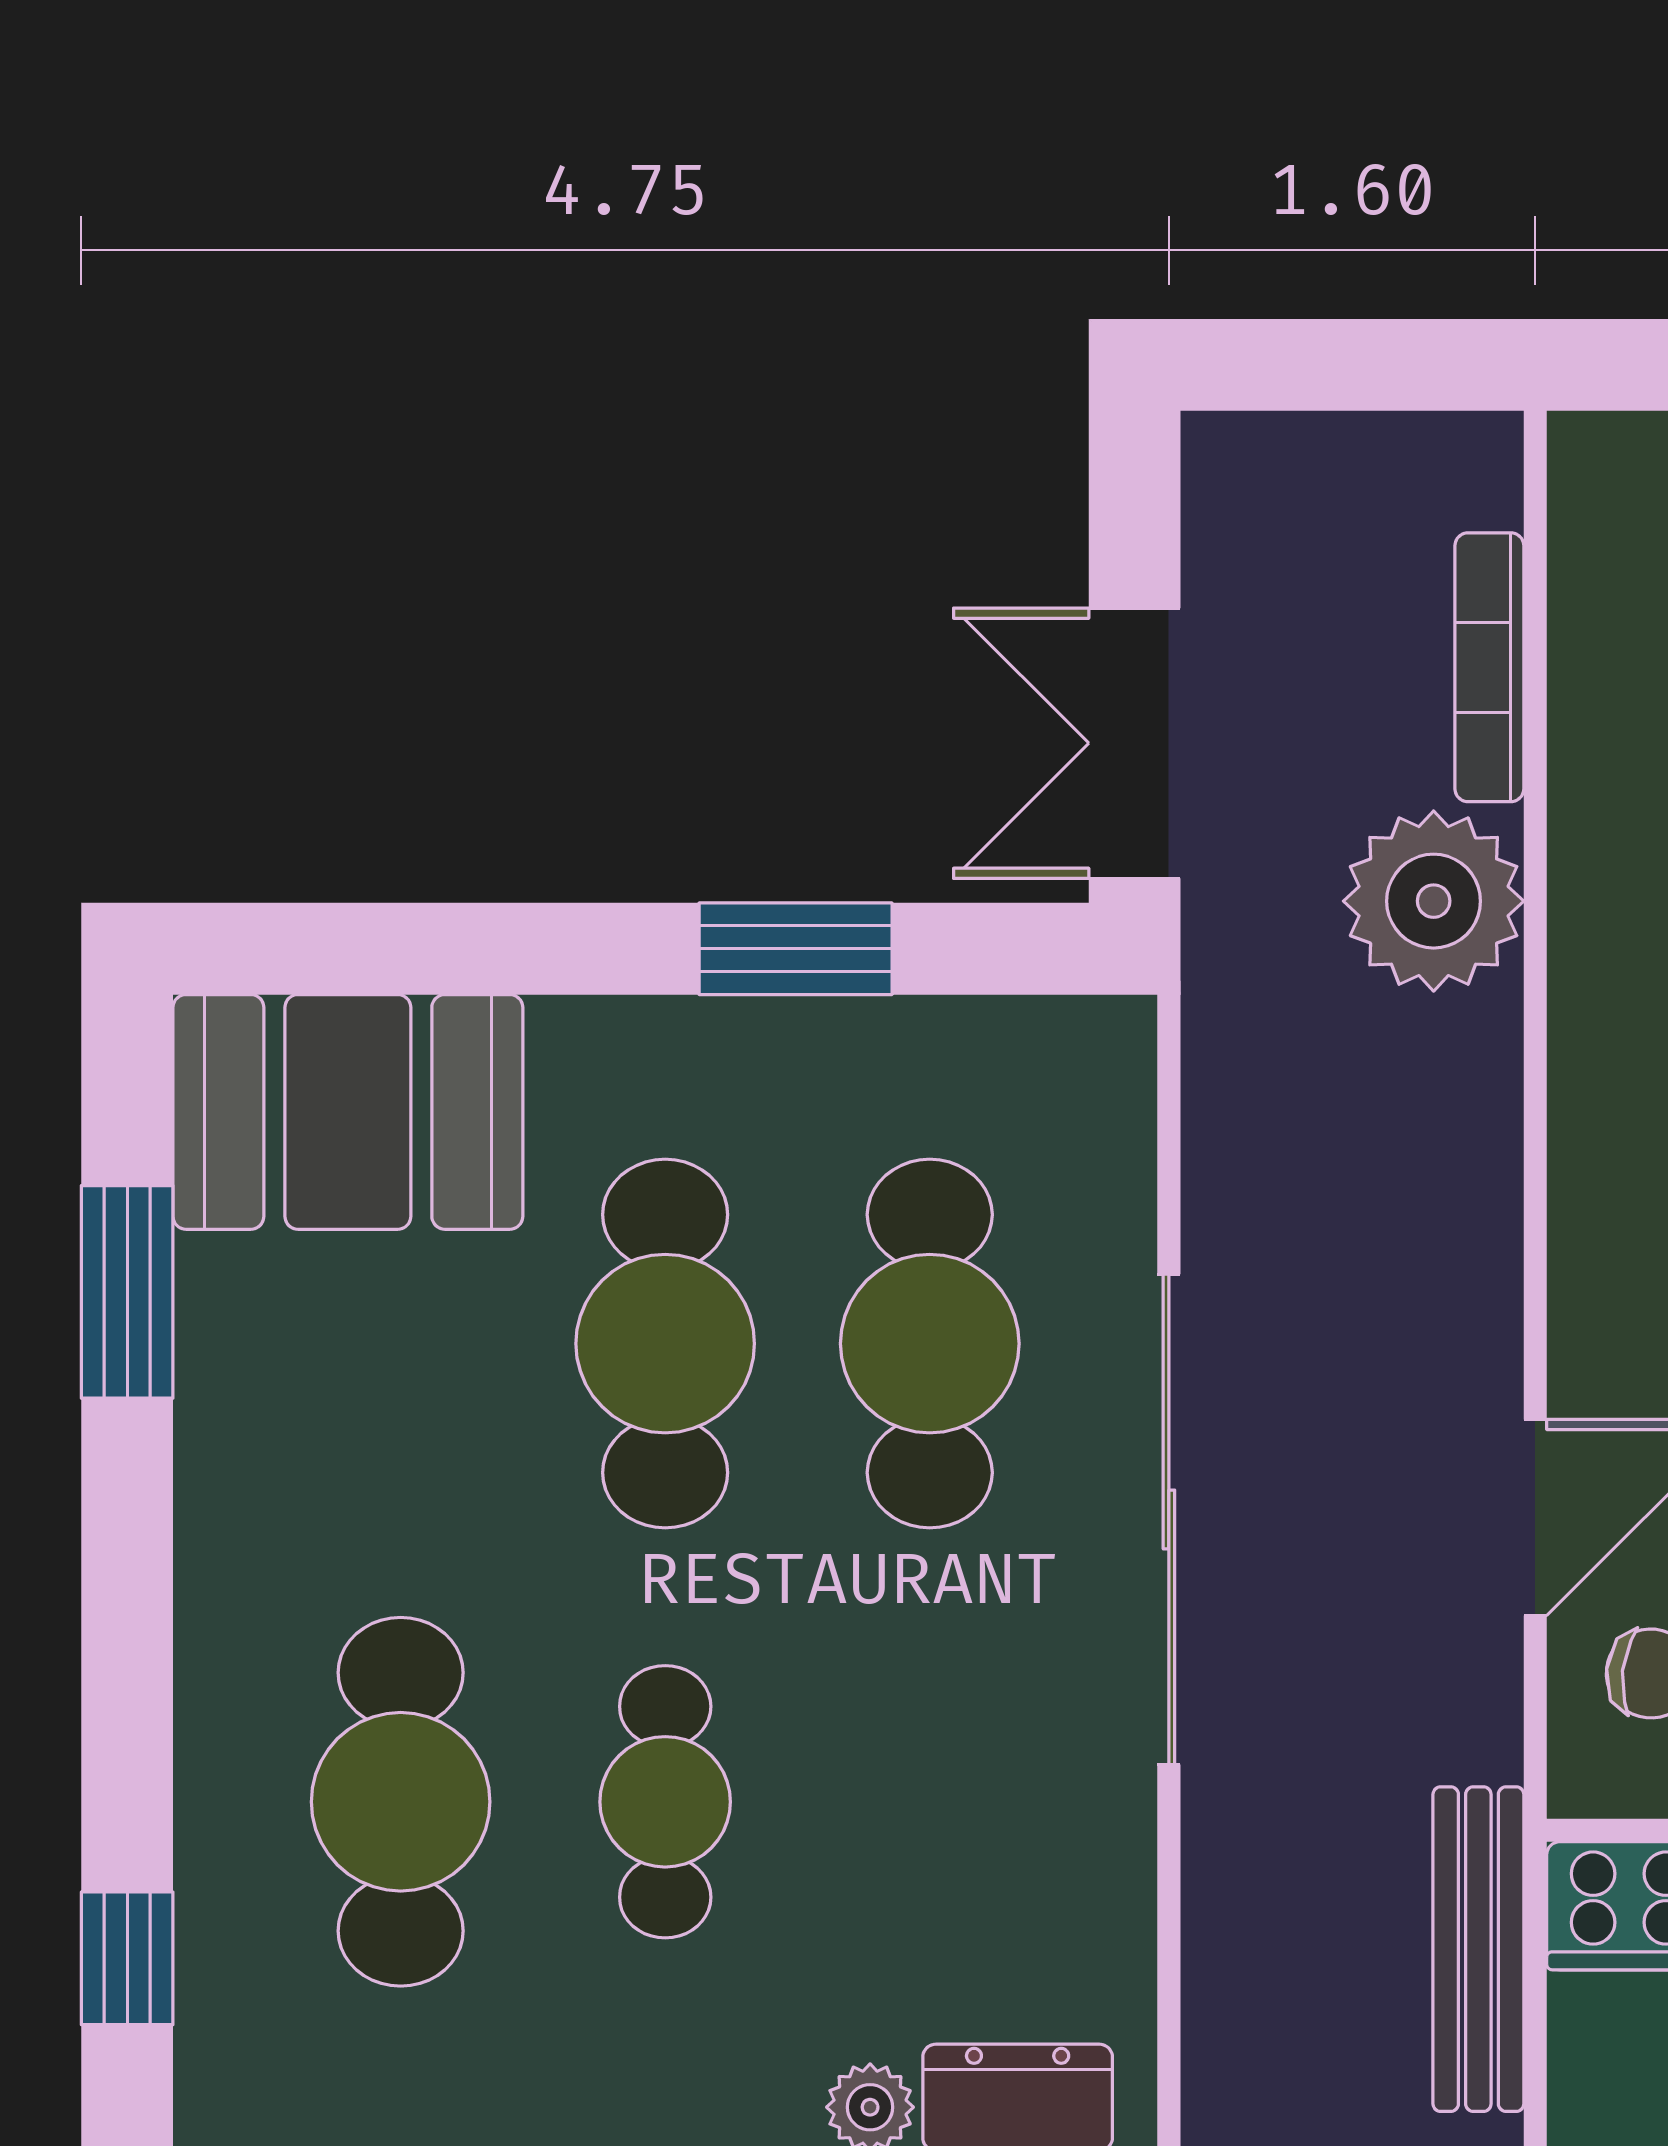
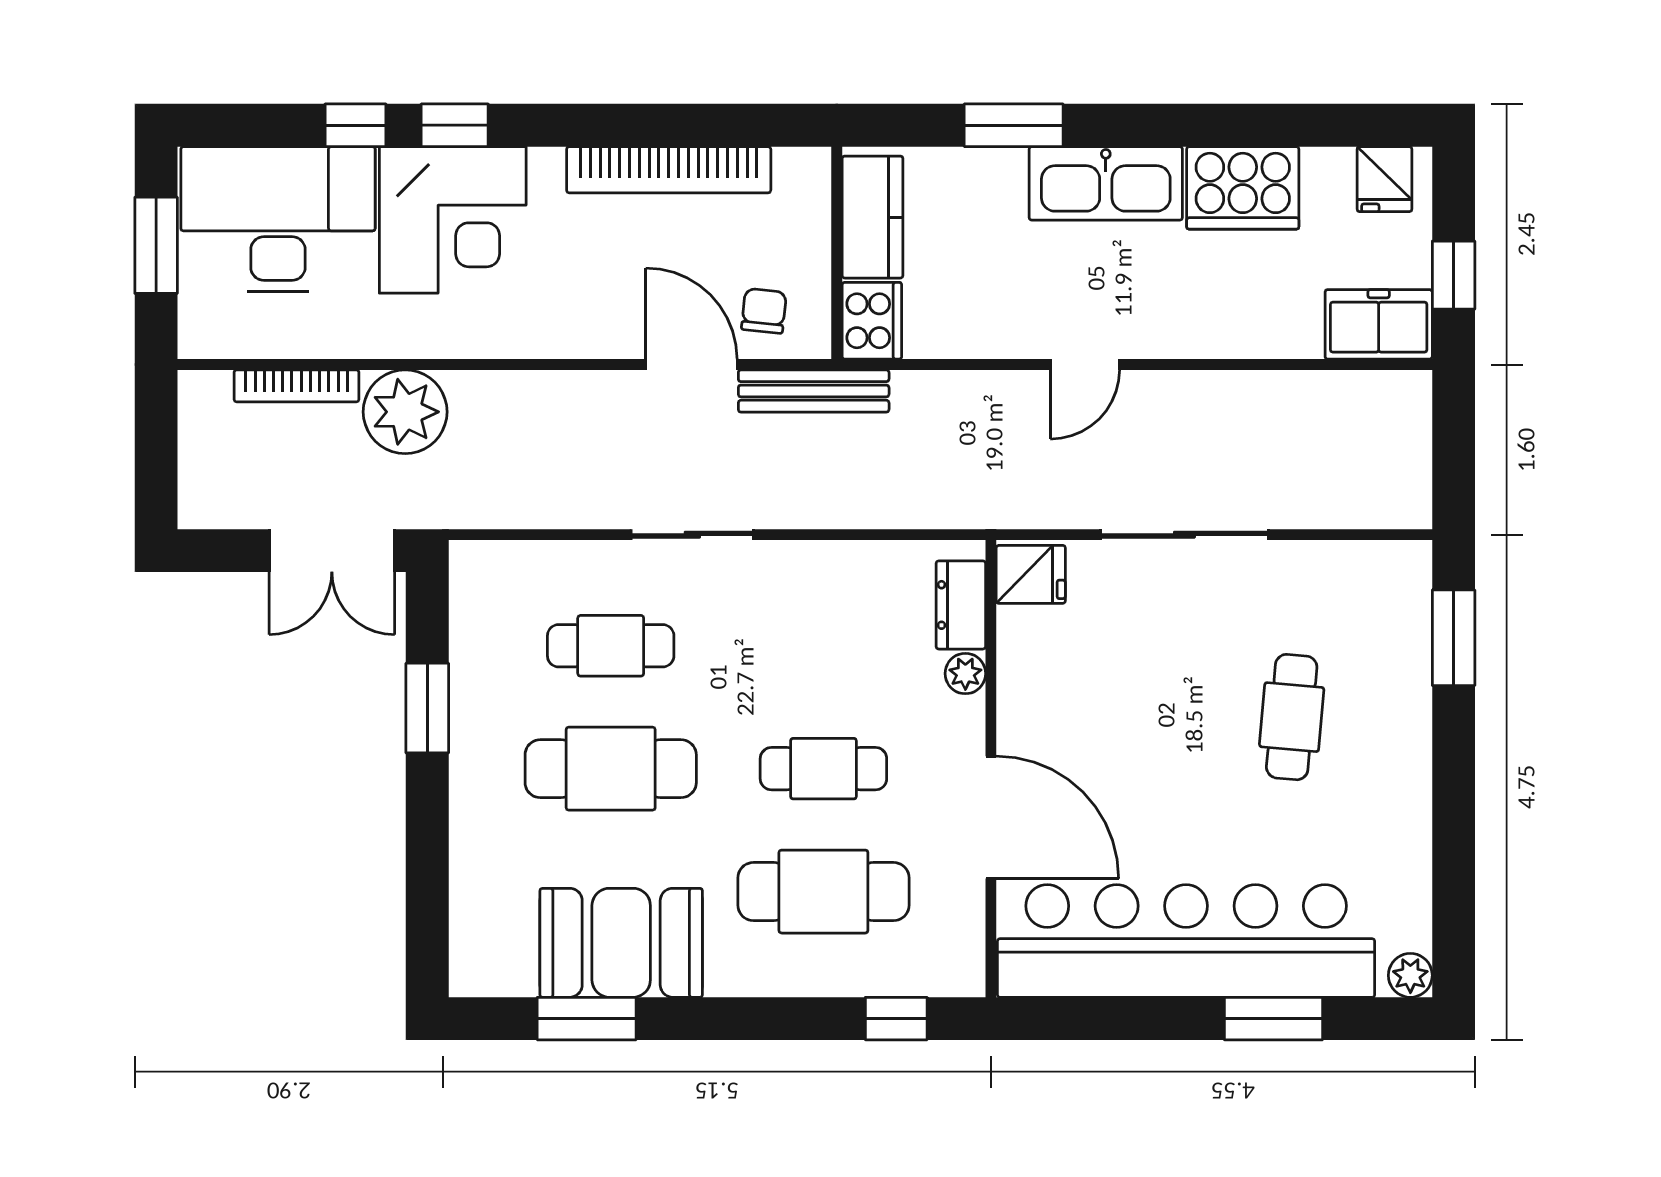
booth: (348, 1112) -> (621, 943), moved, turned 90
cafe table: (930, 1344) -> (611, 646), width x0.73, depth x0.74
sliding door: (1169, 1519) -> (692, 535), width x0.54
bench: (1478, 1949) -> (814, 391), moved

